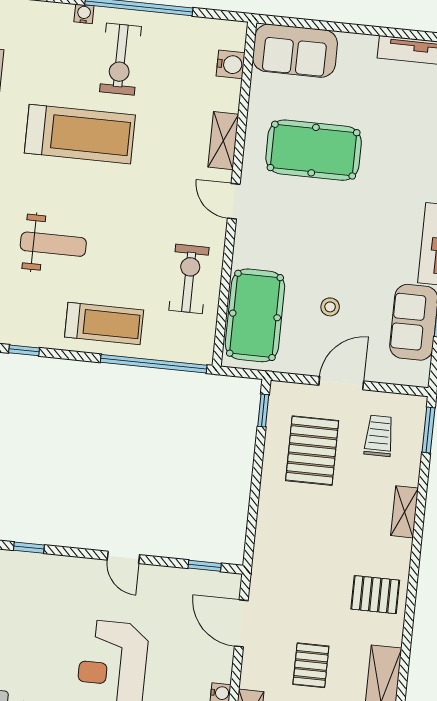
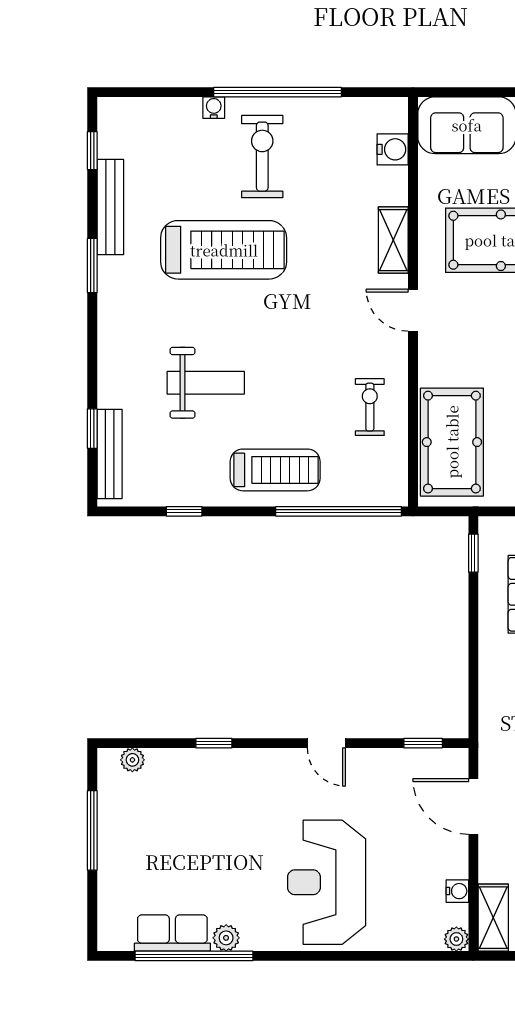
exercise bike: (120, 59) -> (262, 157), turned 180
exercise bike: (189, 279) -> (370, 407), width x0.73, depth x0.72

